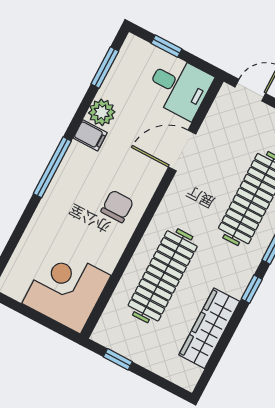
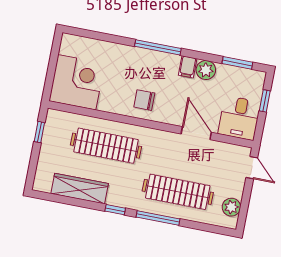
chair: (117, 206) -> (144, 100), turned 180

